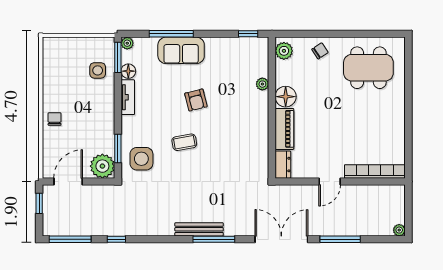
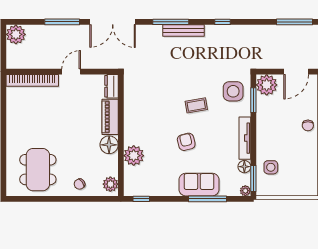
dining table: (368, 68) -> (38, 170), turned 90
plant: (262, 84) -> (134, 156), width x1.87, depth x1.87
tv unit: (128, 97) -> (245, 138), width x1.41
plant: (399, 230) -> (16, 34), width x1.87, depth x1.87
window: (116, 239) -> (222, 22), moved

